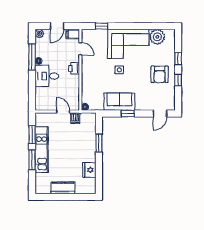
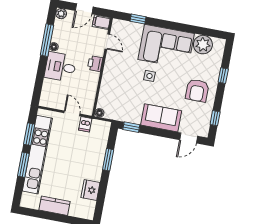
window: (178, 80) -> (215, 118), moved
sofa: (119, 102) -> (161, 118), moved
window: (128, 114) -> (131, 127), moved
kitchen unit: (42, 150) -> (37, 155), width x1.36

